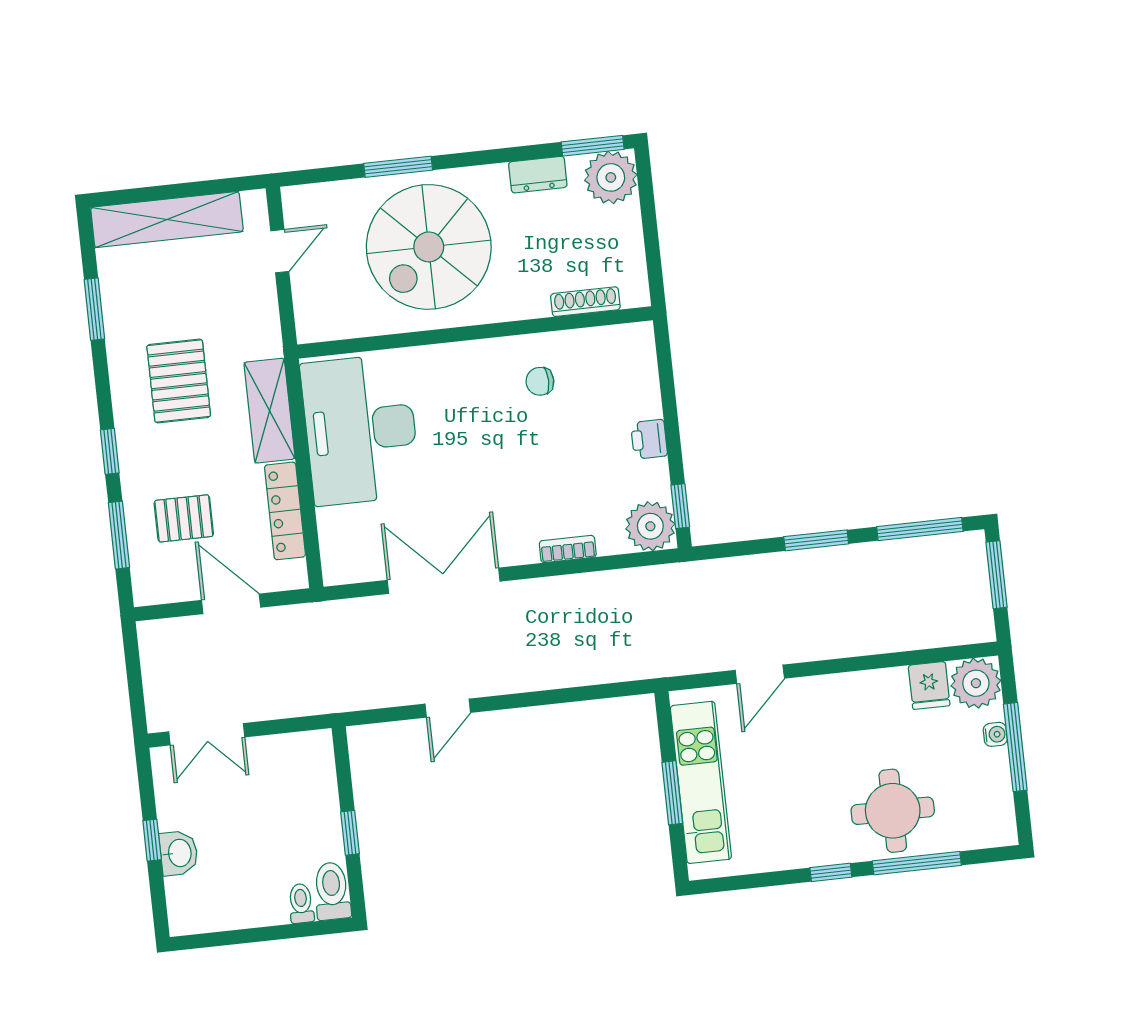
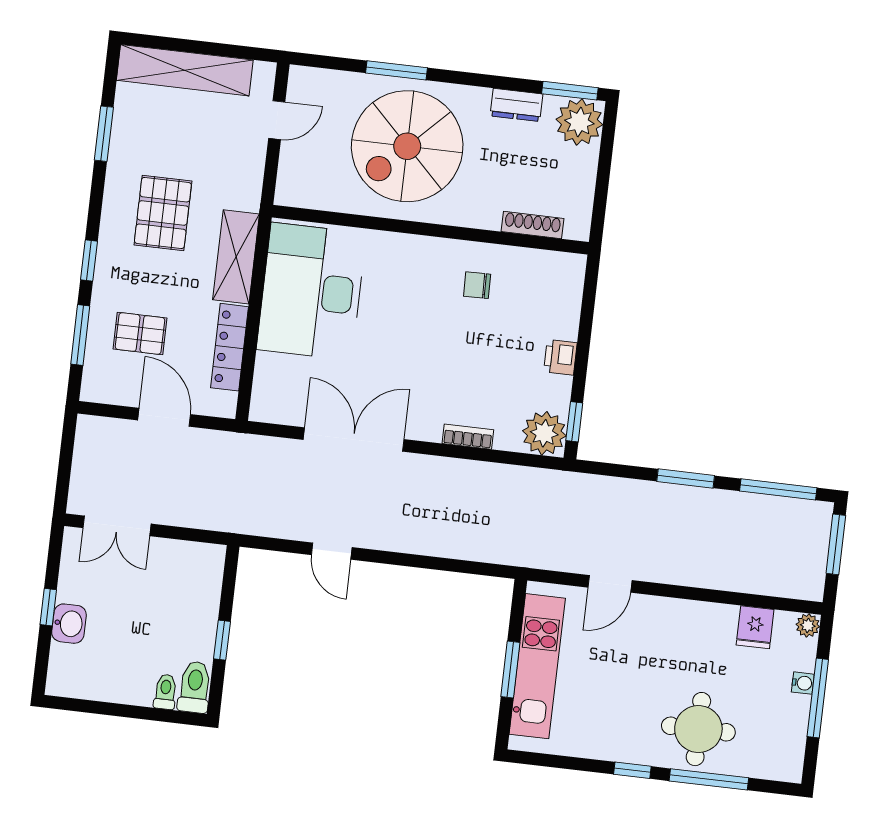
plant: (976, 683) -> (808, 625), width x0.53, depth x0.53
door: (448, 708) -> (332, 551), hinge flipped

